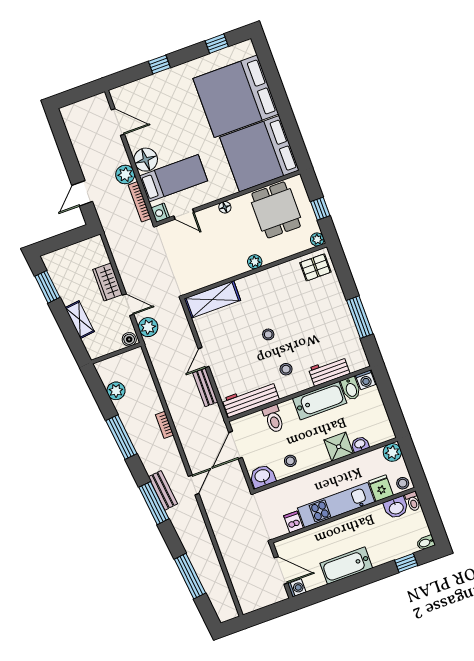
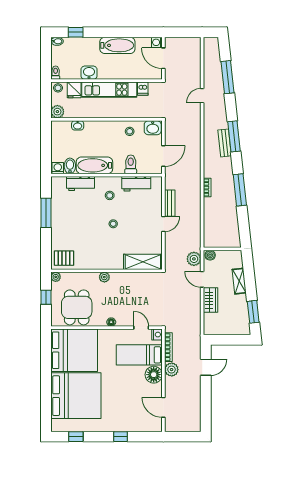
plant: (116, 391) -> (232, 223), removed
workbench: (251, 399) -> (136, 184), width x0.73
shower: (339, 447) -> (93, 129), removed
door: (194, 485) -> (202, 96), moved
washbasin: (396, 508) -> (89, 73), moved

